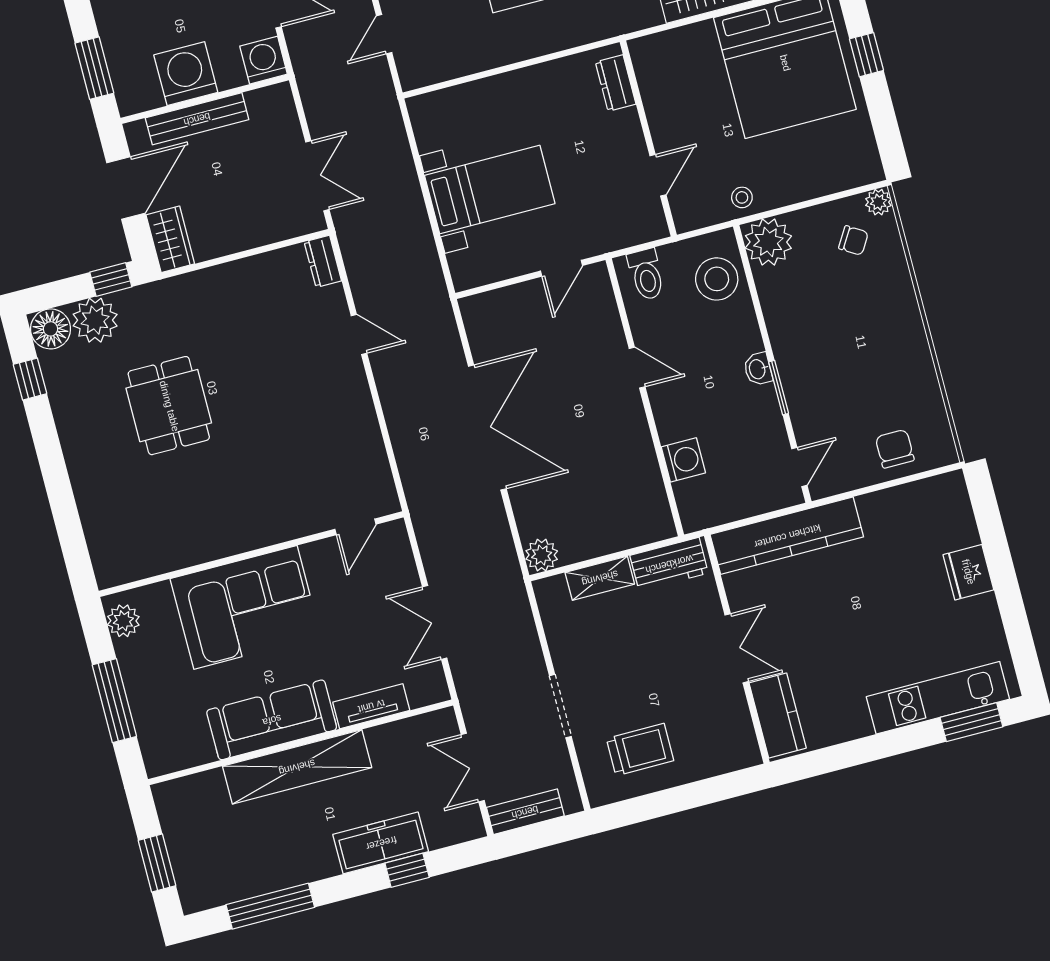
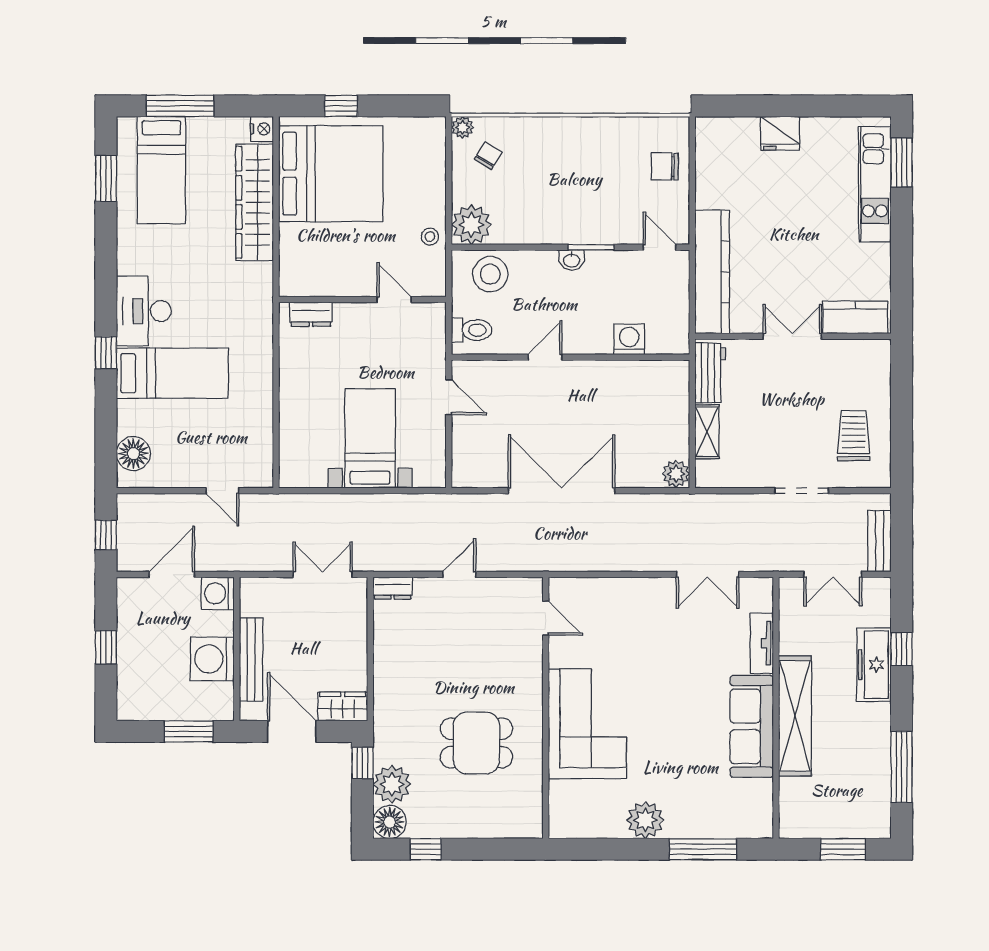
door: (355, 527) -> (546, 618), moved
wall: (251, 554) -> (546, 708), moved
corner sofa: (245, 607) -> (587, 724), moved
plant: (123, 621) -> (645, 820), width x1.36, depth x1.36

